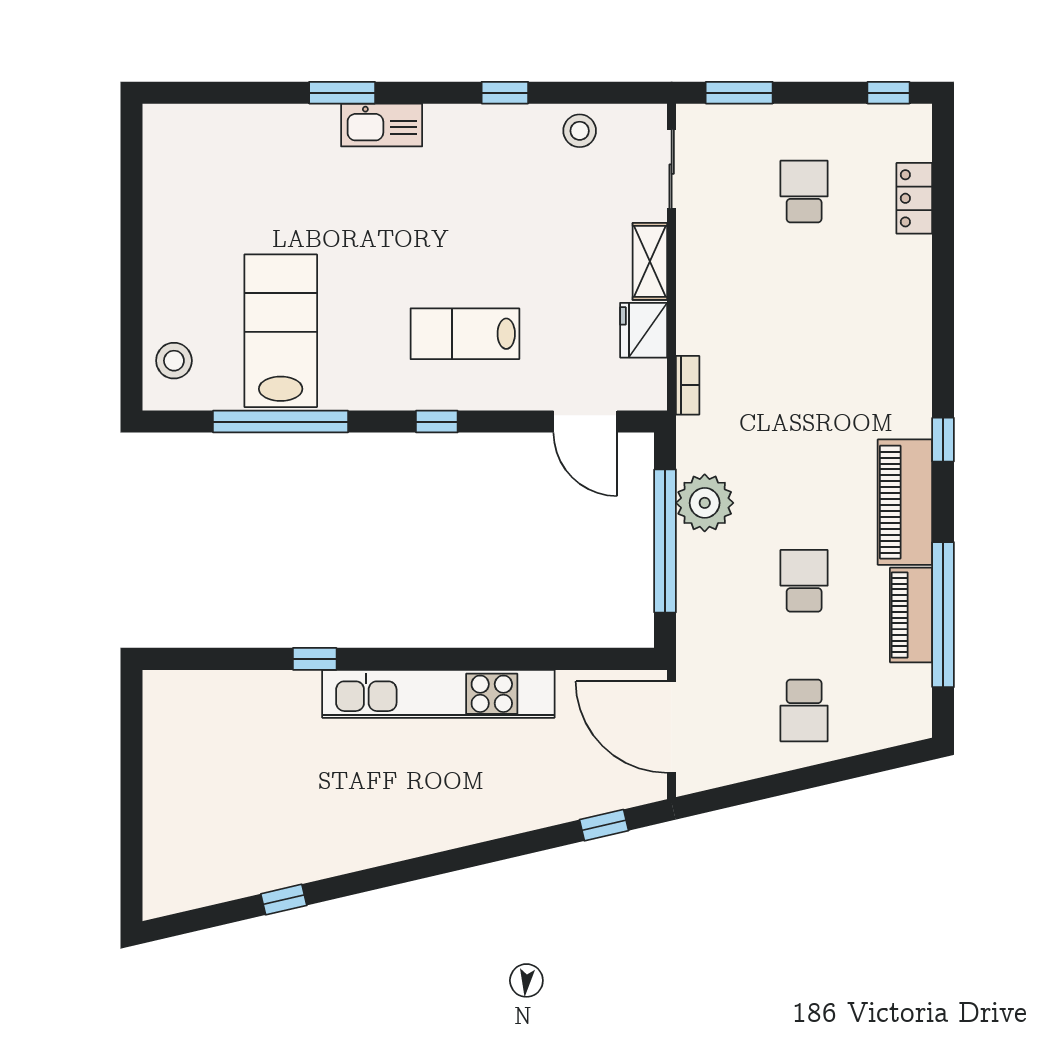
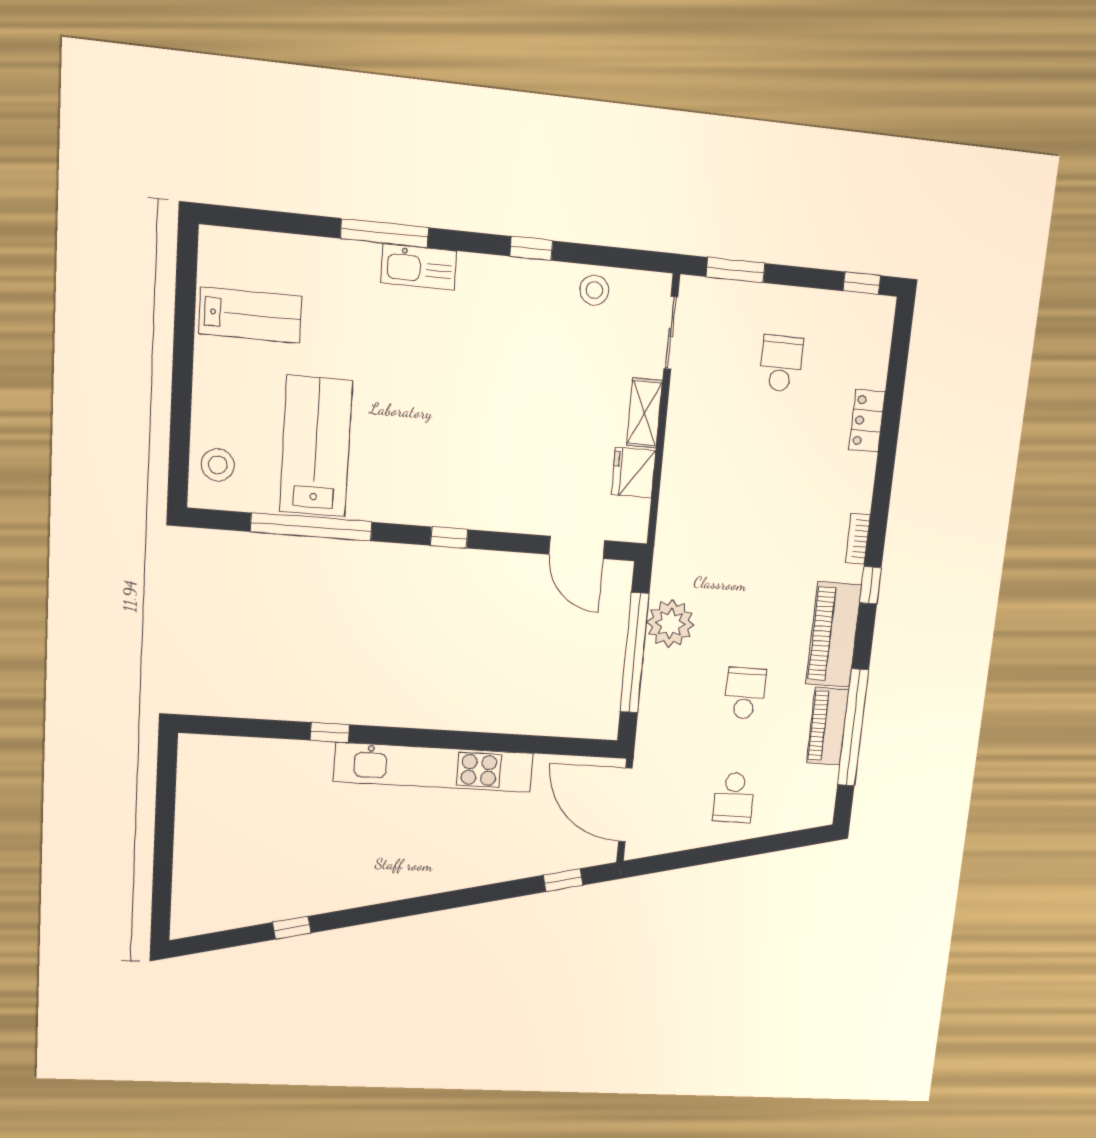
window: (342, 93) -> (385, 233), width x1.44
locker: (914, 198) -> (867, 421), moved
lab bench: (465, 334) -> (250, 315), moved, turned 180
bookcase: (688, 385) -> (858, 539), moved, turned 180

